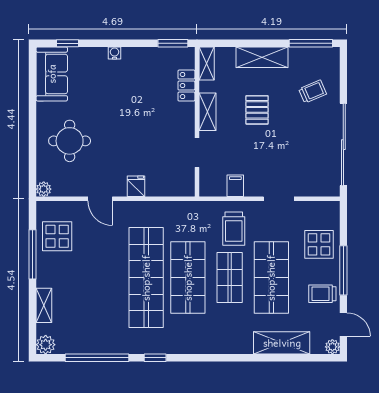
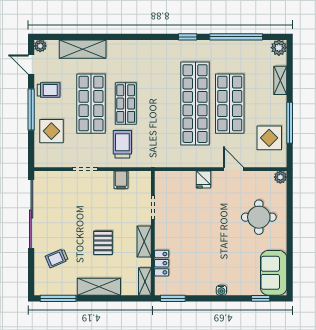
shop shelf: (188, 278) -> (230, 104), moved

